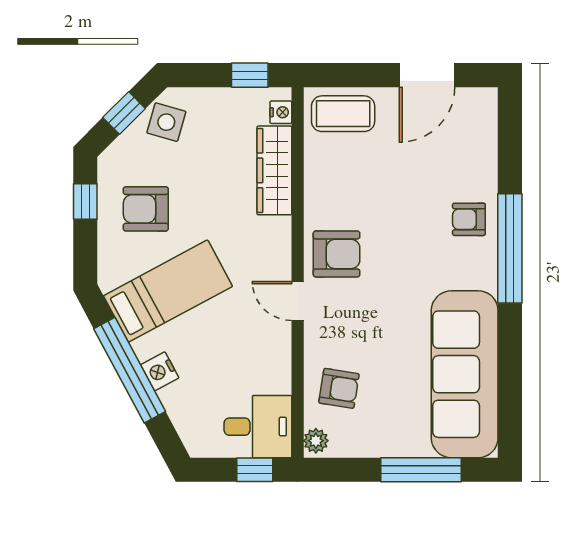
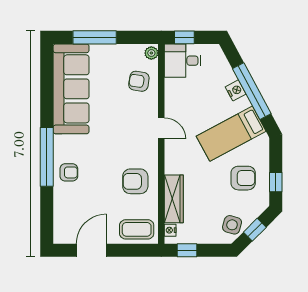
armchair: (337, 254) -> (135, 181), moved

